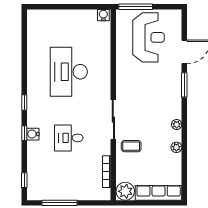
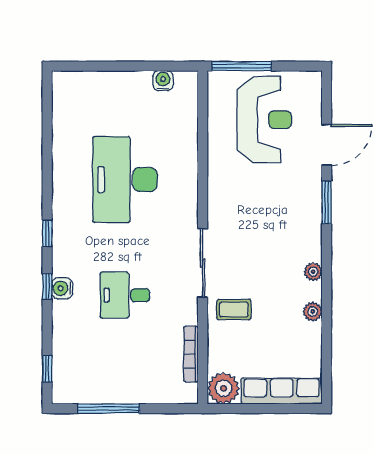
water cooler: (103, 15) -> (163, 81), moved

